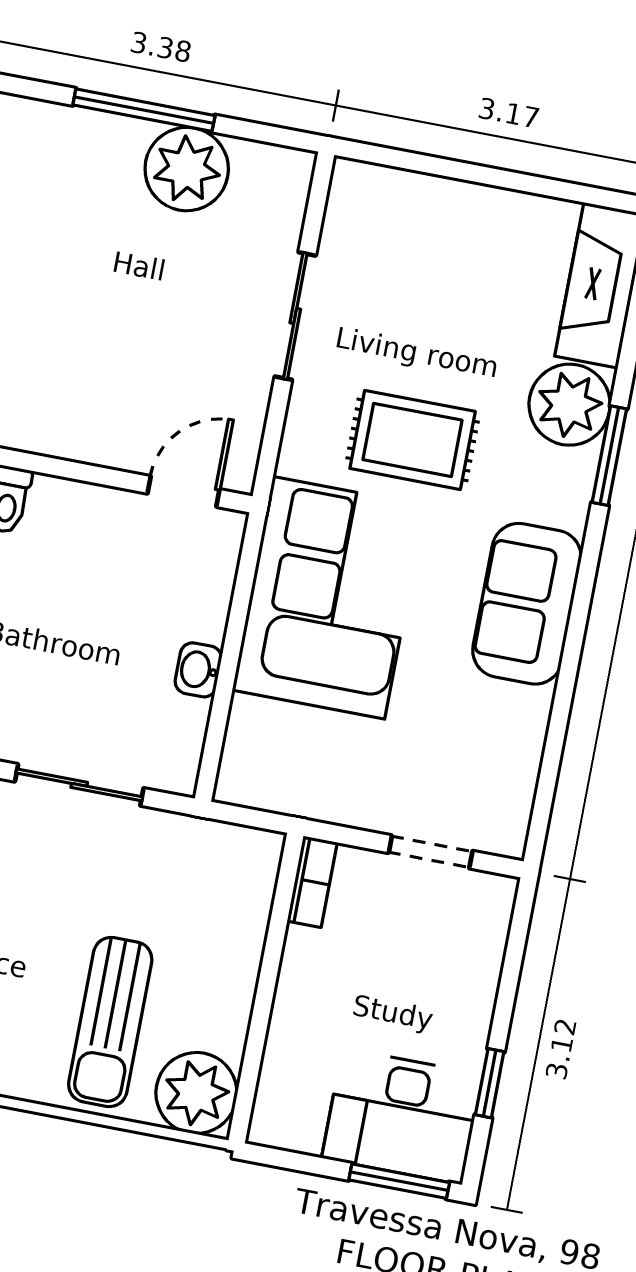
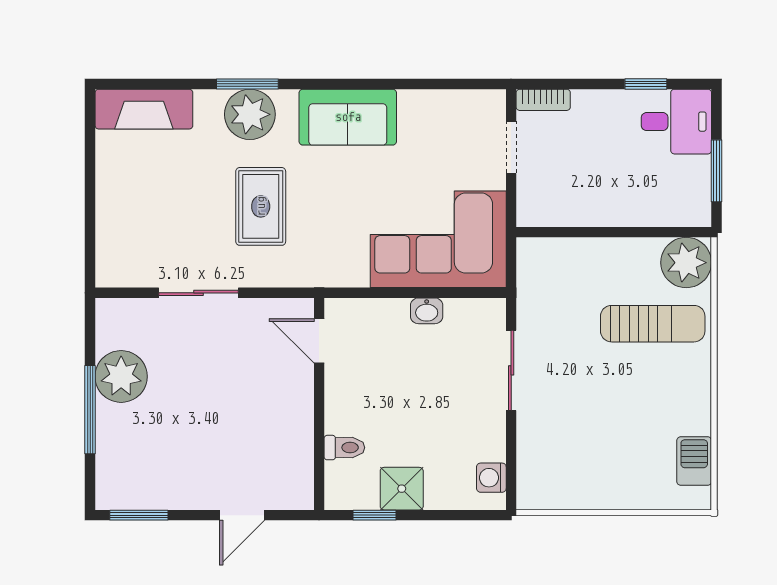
plant: (570, 405) -> (250, 114), moved
corner sofa: (329, 598) -> (438, 239), moved
bookcase: (312, 882) -> (543, 100), moved, turned 180
desk: (402, 1116) -> (676, 122), width x0.73
window: (399, 1181) -> (717, 171), moved

